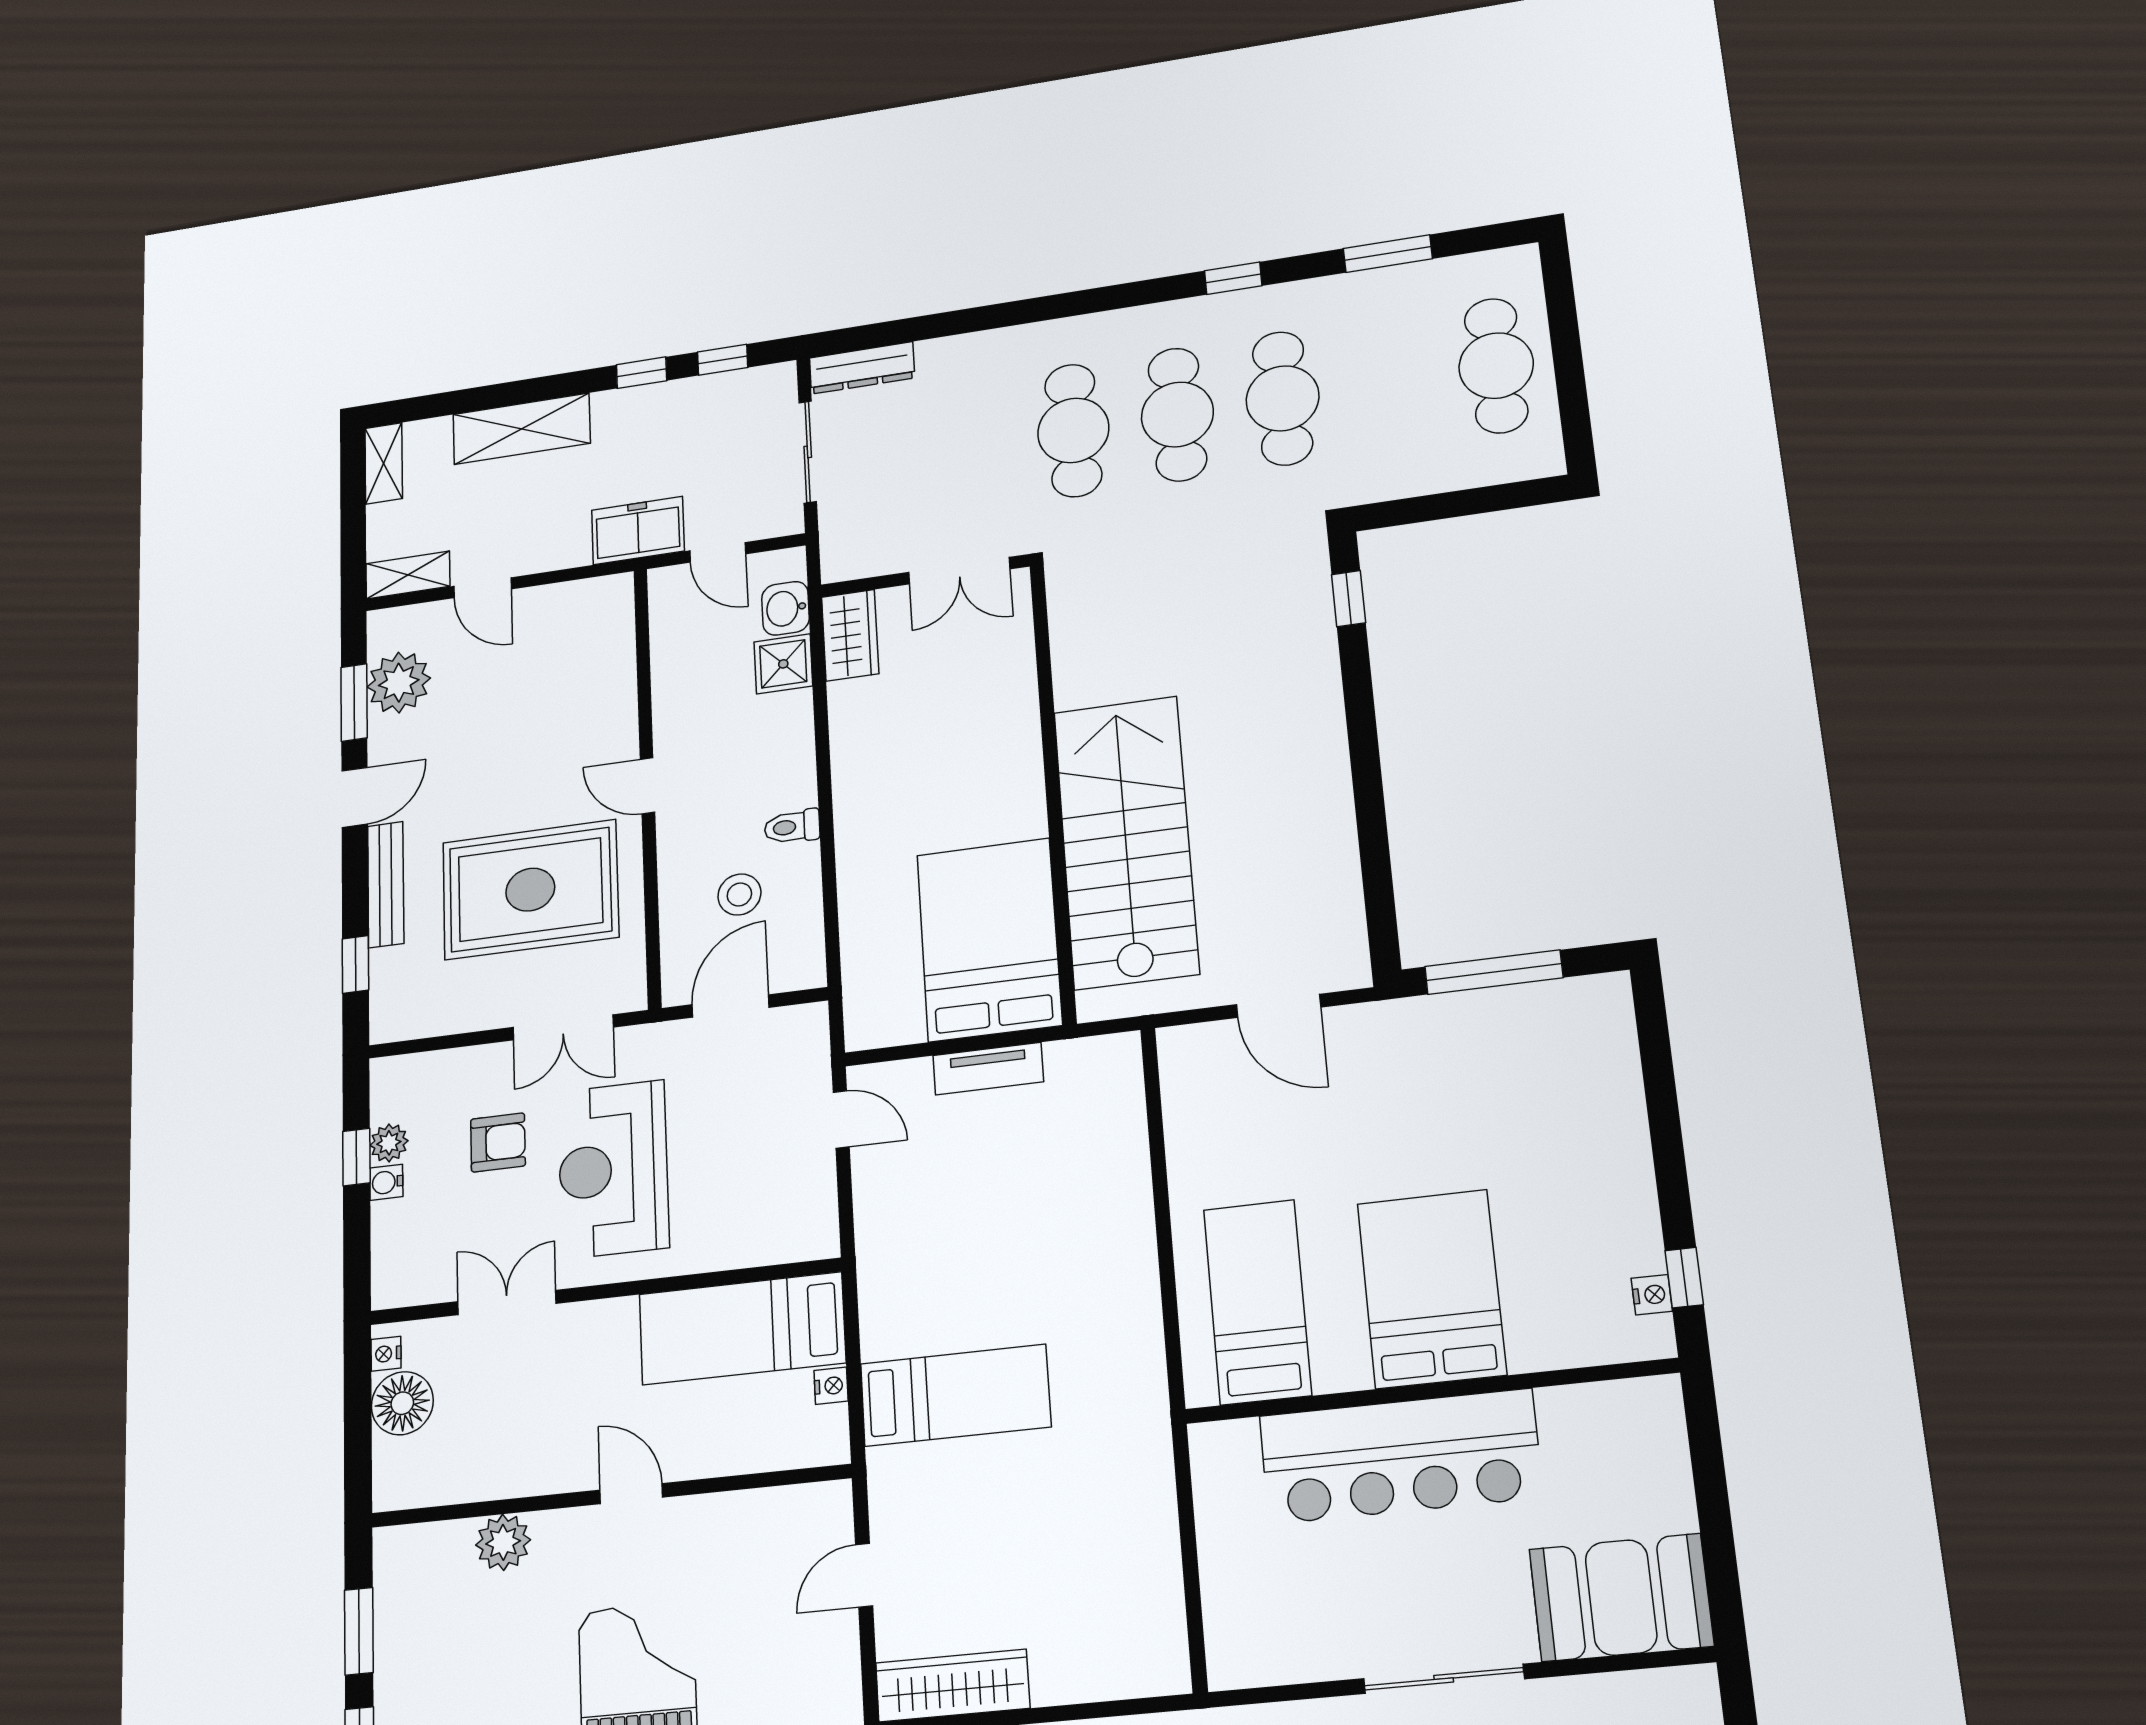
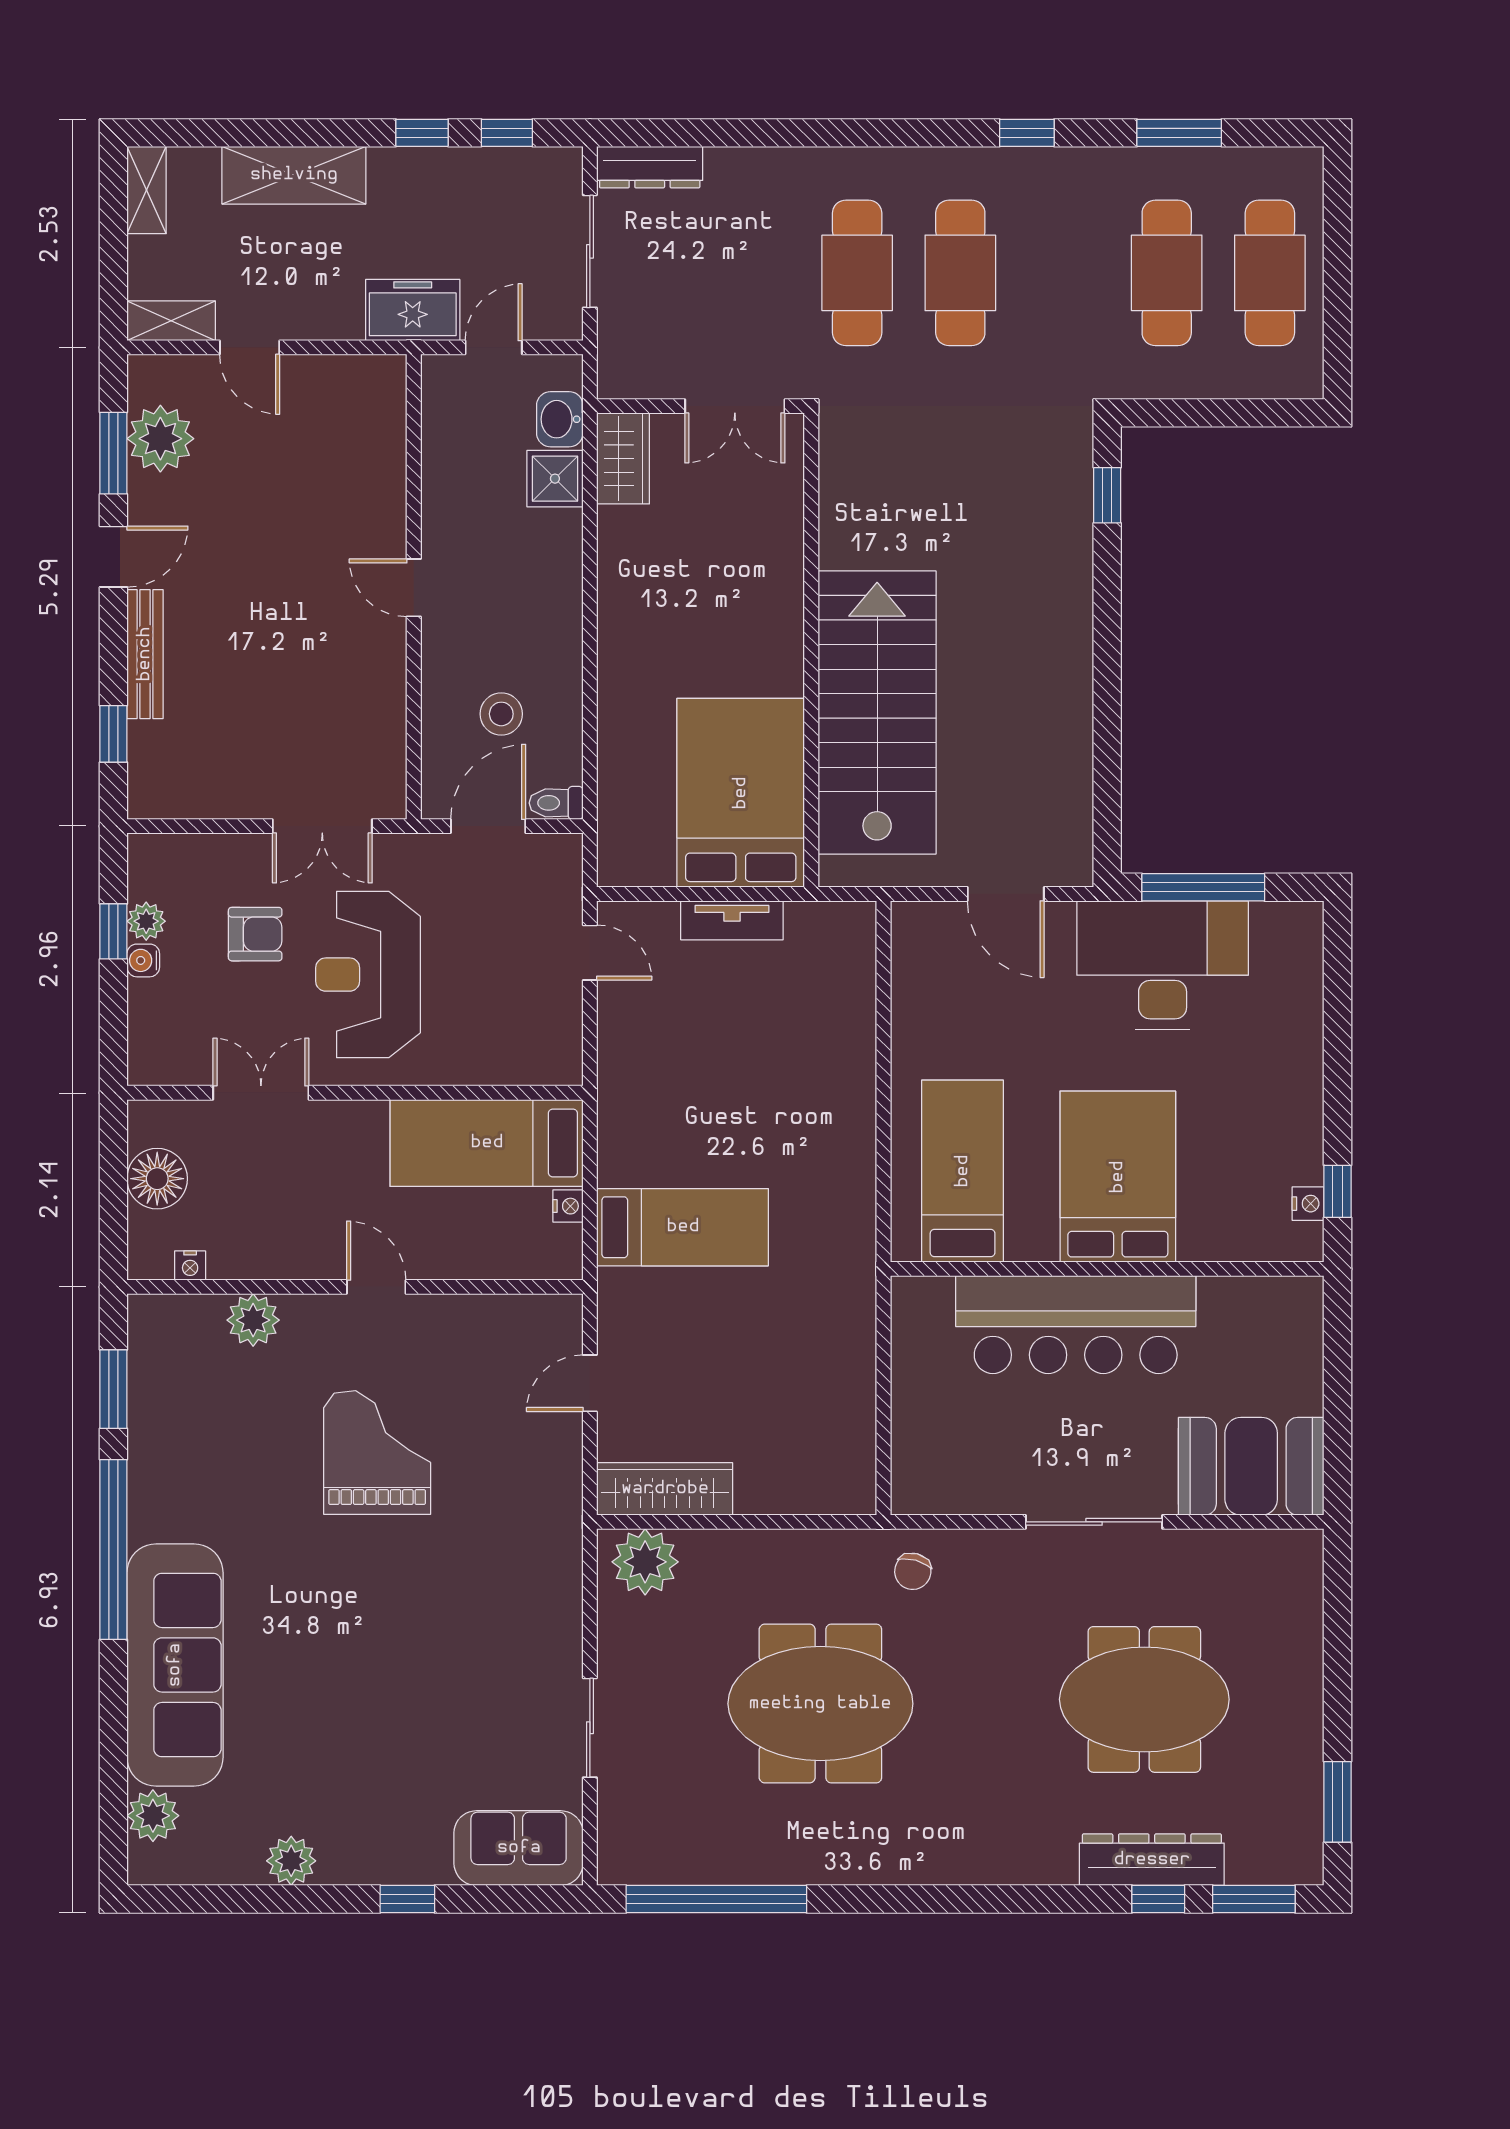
cafe table: (1283, 398) -> (1167, 273), moved
door: (718, 552) -> (494, 347), swing flipped
toilet: (792, 827) -> (556, 803), moved
rug: (530, 890) -> (293, 680), removed
desk: (1458, 1058) -> (1163, 965), added
nightstand: (386, 1354) -> (190, 1266), moved, turned -90

